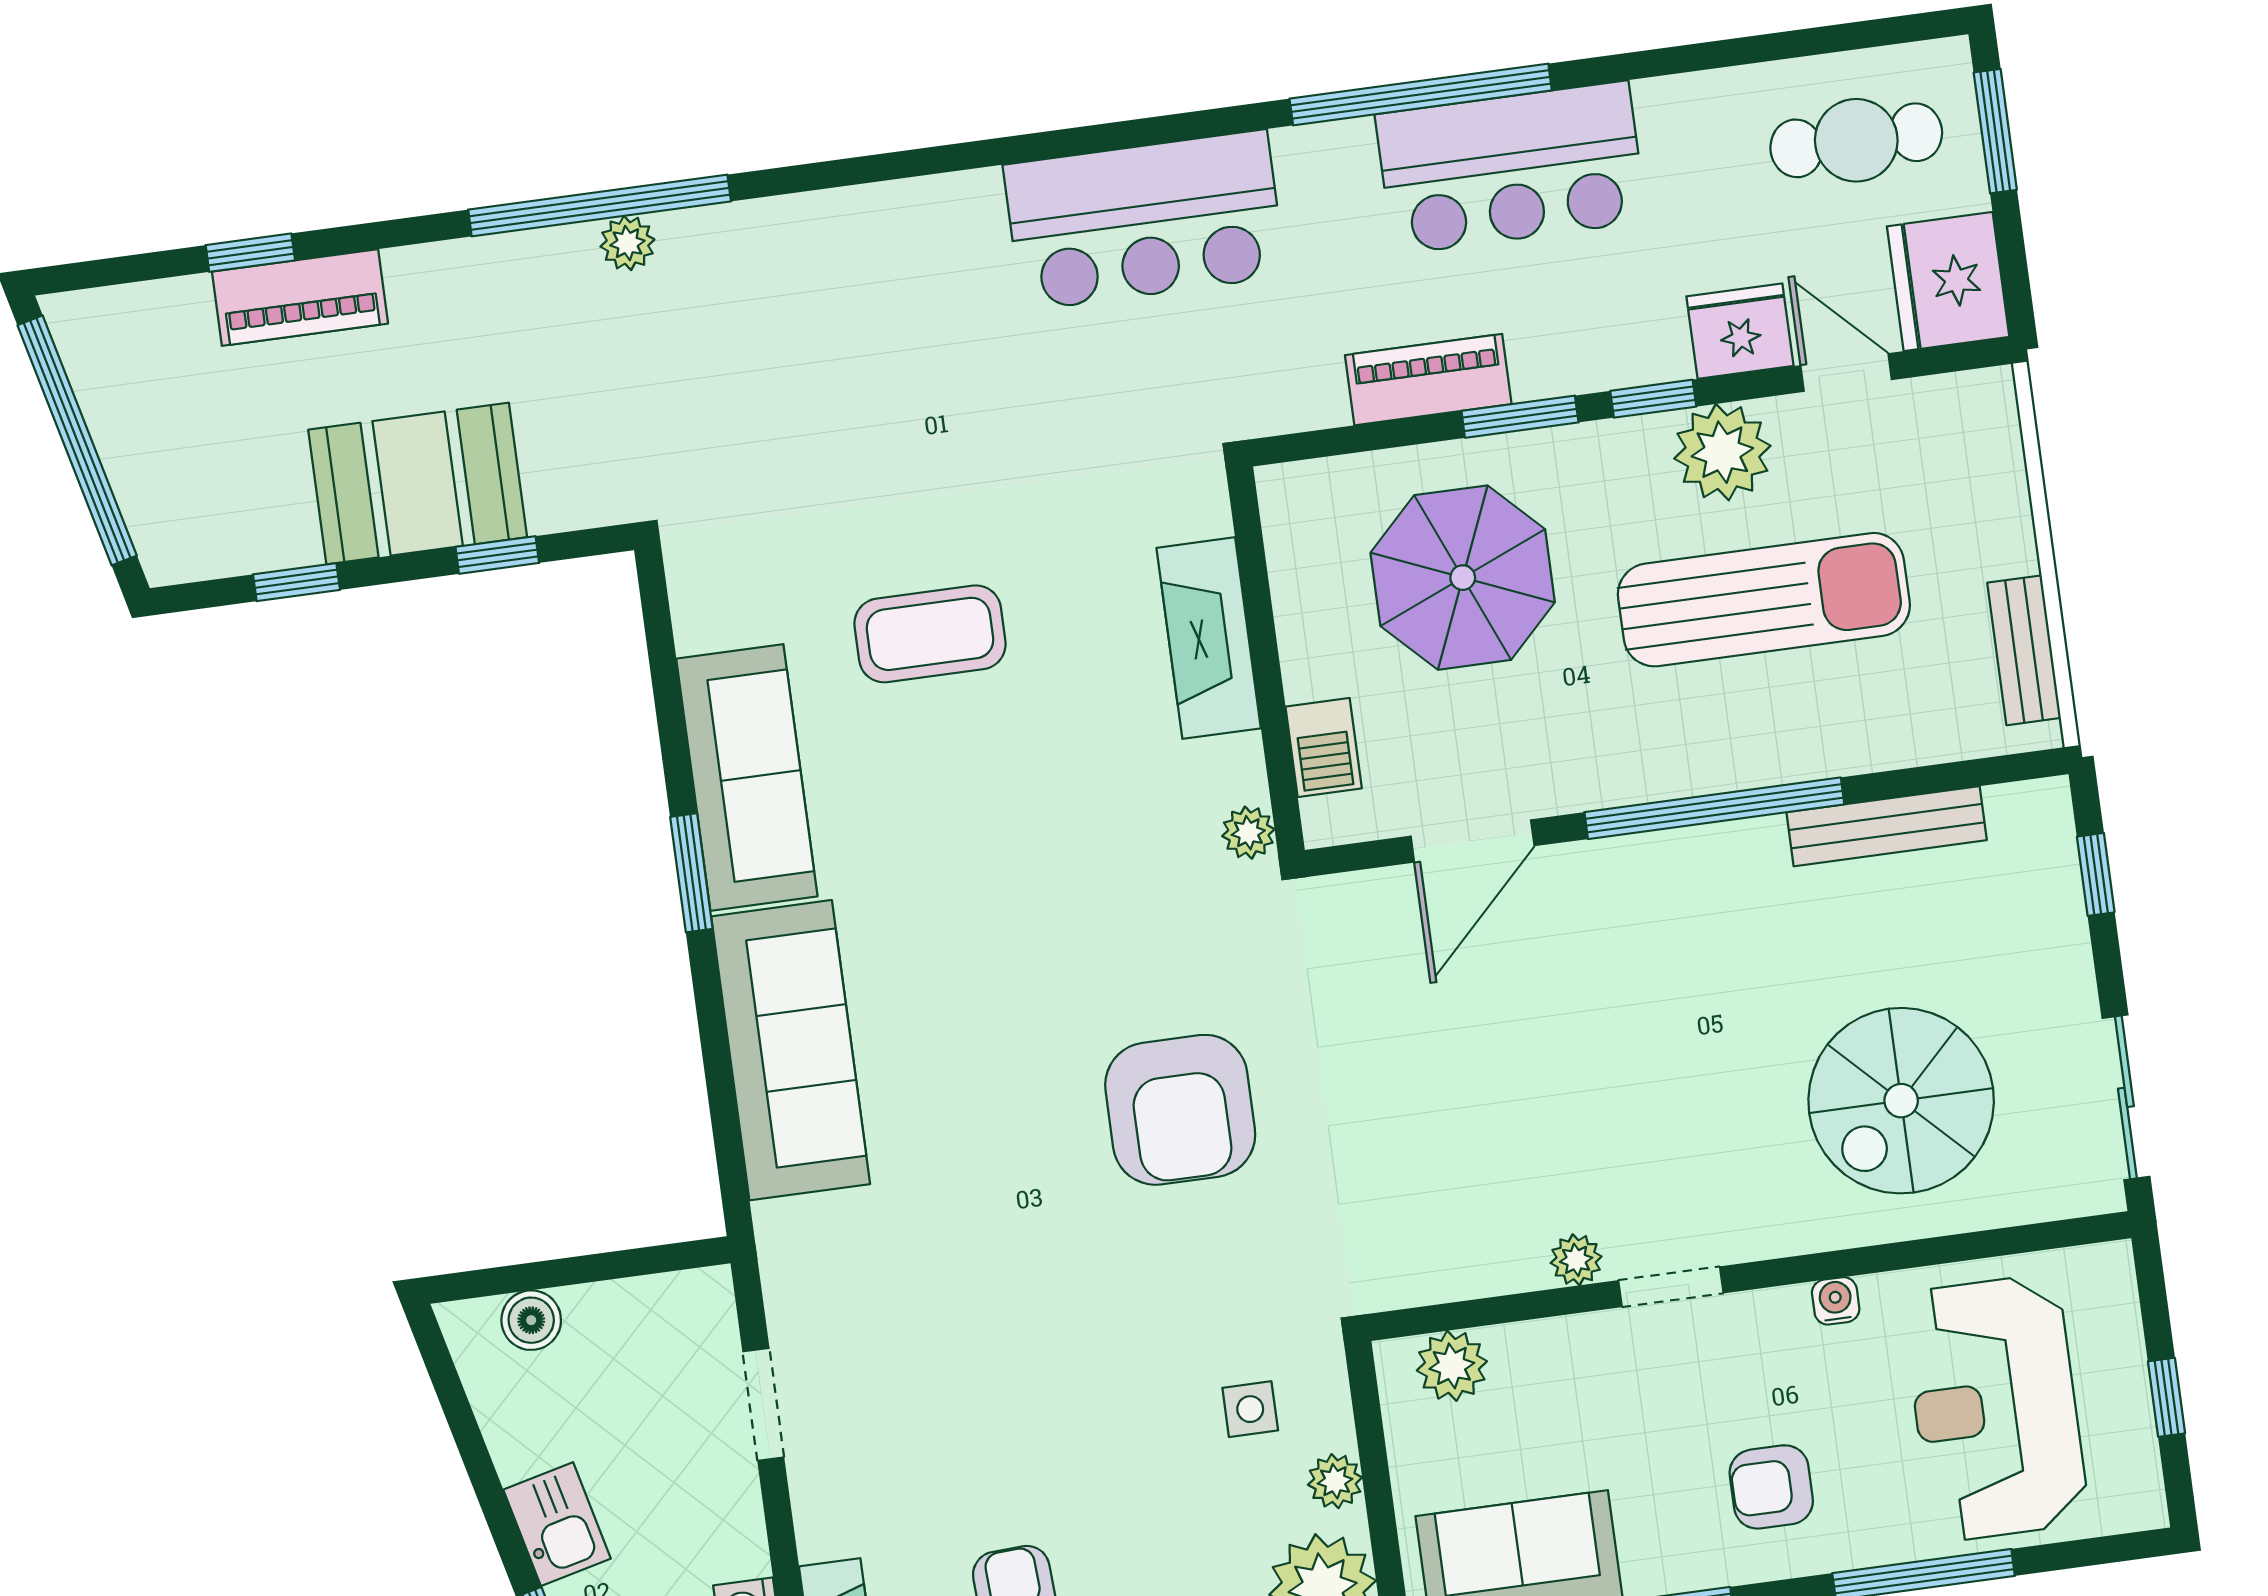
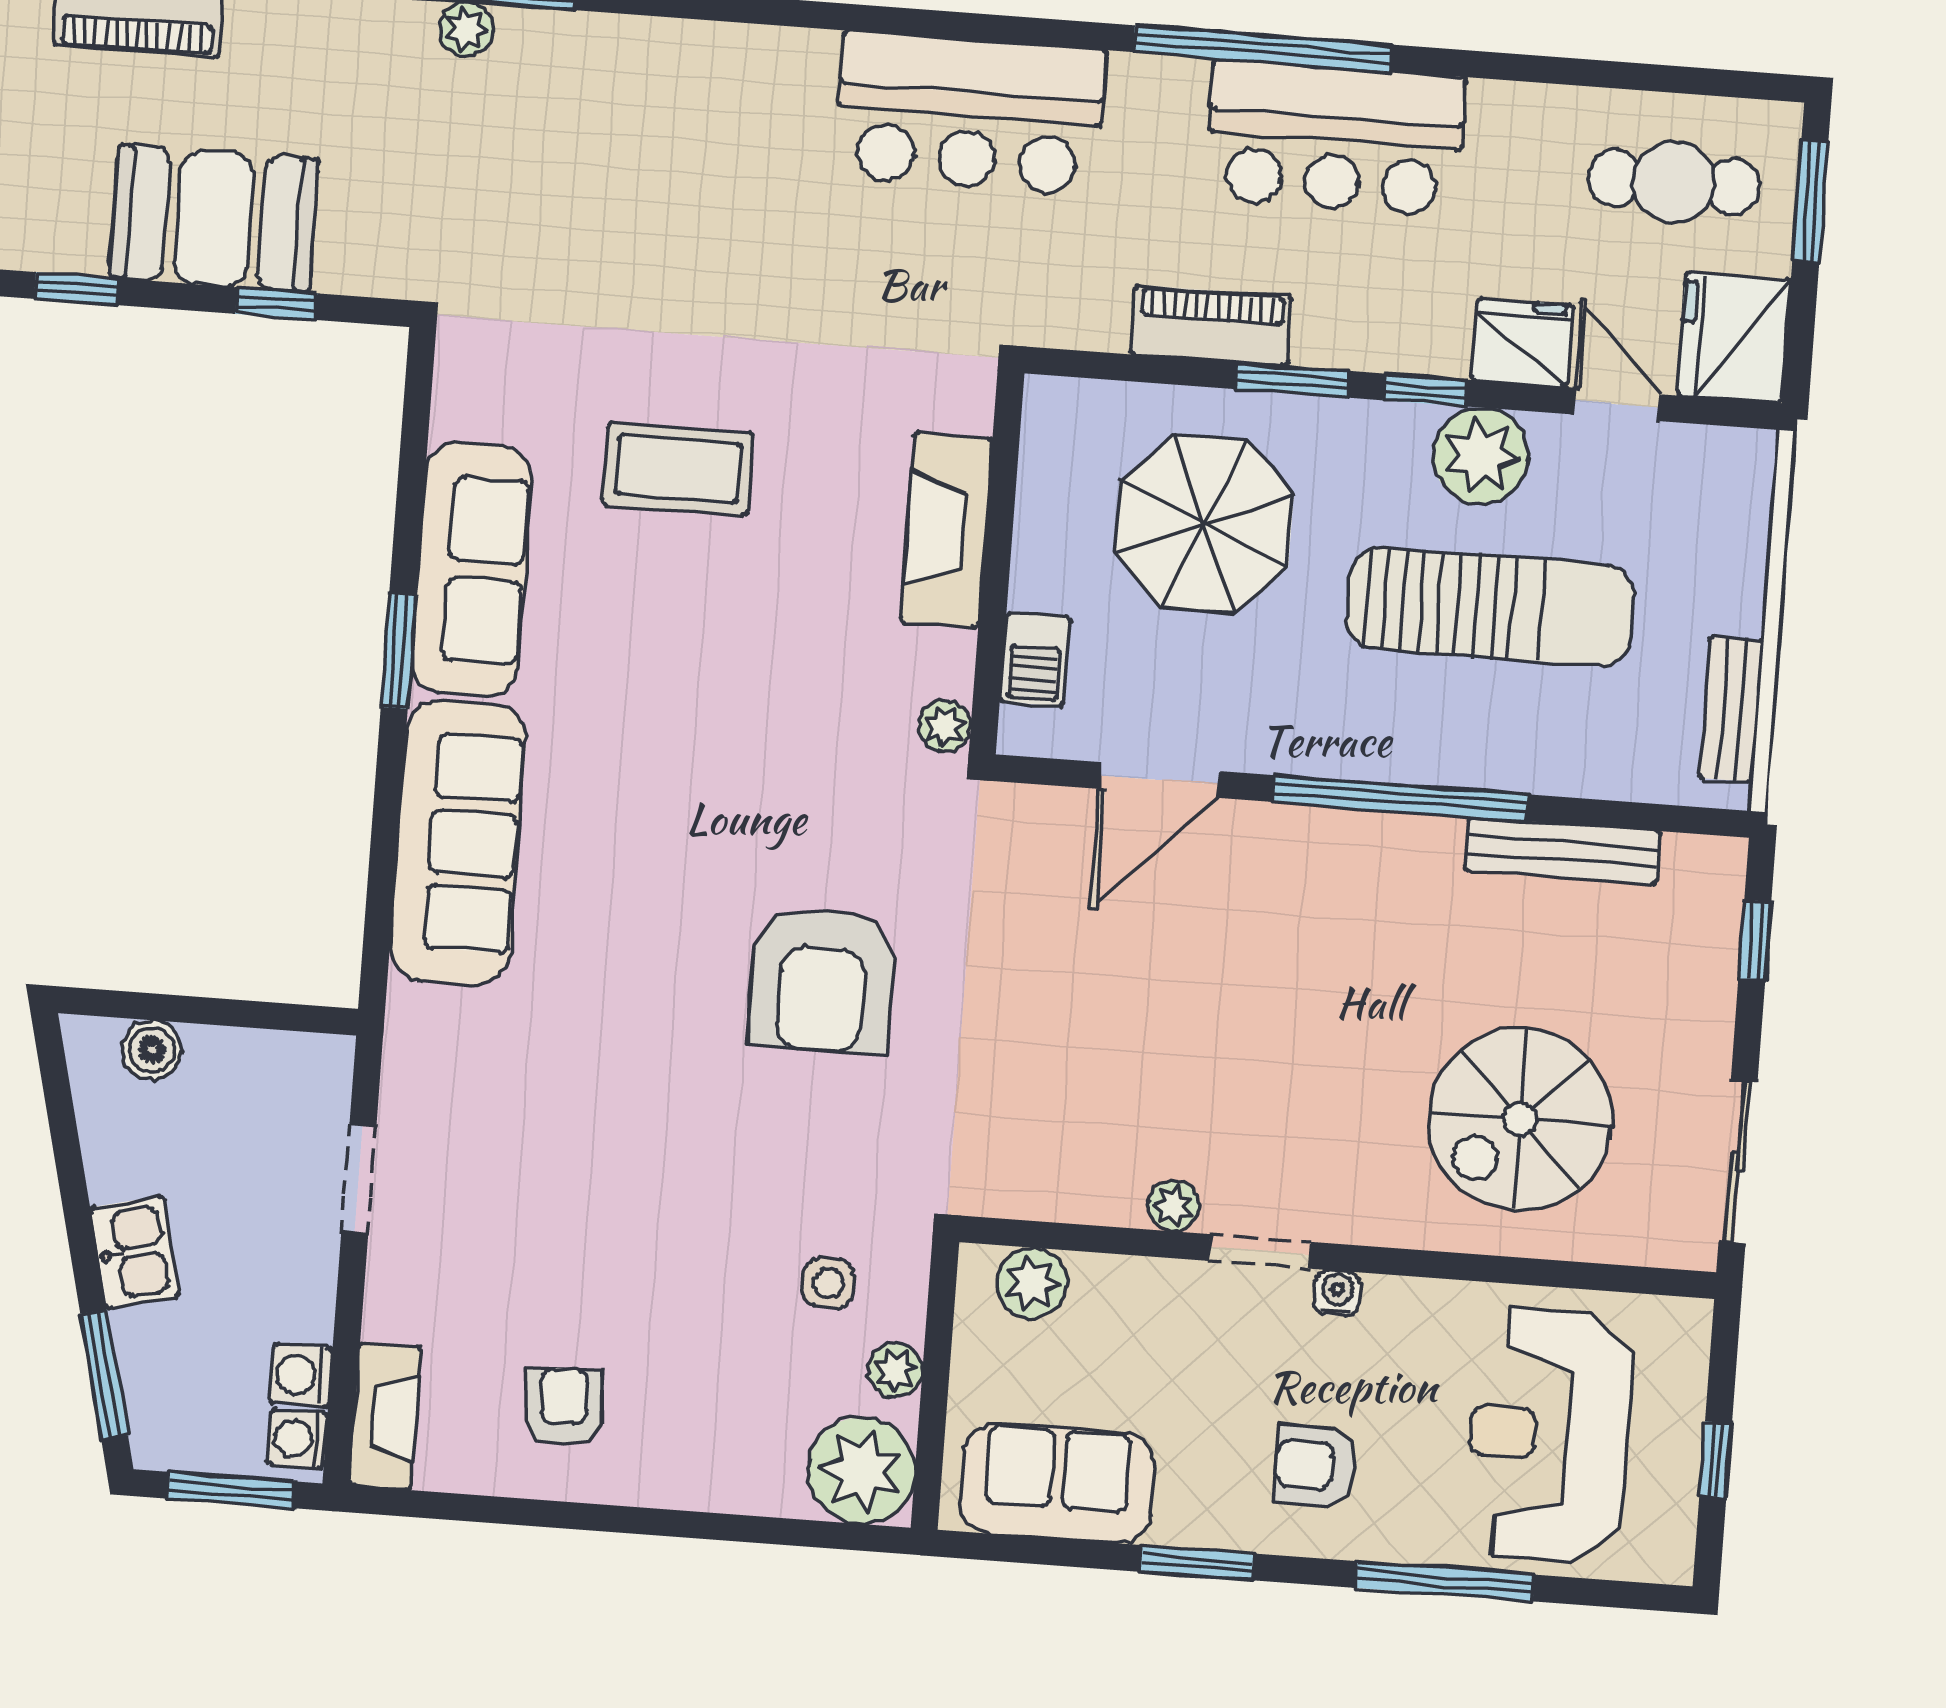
water cooler: (1836, 1301) -> (1337, 1293), moved

